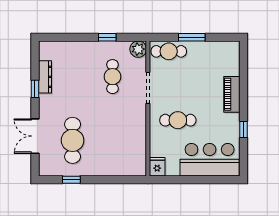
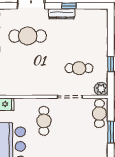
dresser: (45, 77) -> (62, 14), moved

